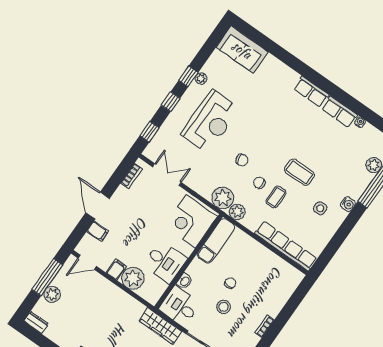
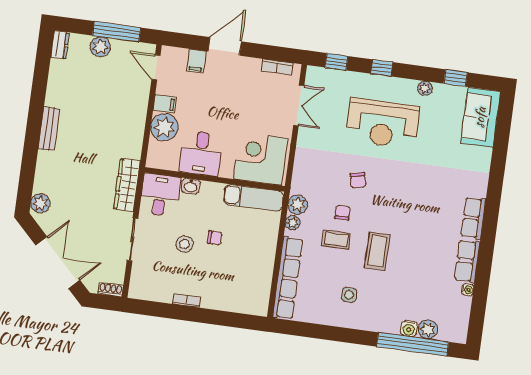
window: (188, 76) -> (456, 78), moved
plant: (223, 198) -> (293, 223), moved, width x0.53, depth x0.53
water cooler: (348, 204) -> (409, 328), moved

